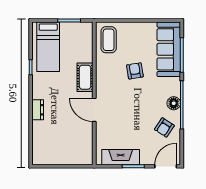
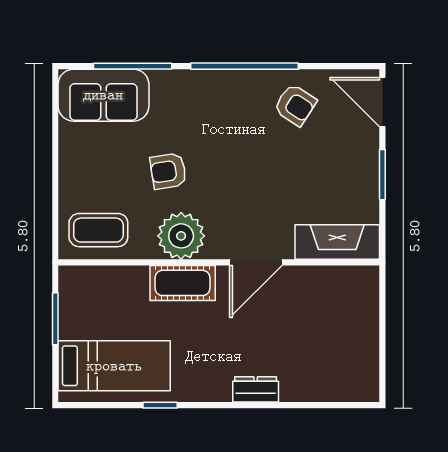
sofa: (169, 49) -> (103, 95), width x0.73
plant: (106, 77) -> (181, 236), added
floor lamp: (174, 103) -> (241, 84), removed
fireplace: (121, 157) -> (337, 242), moved, turned 90

